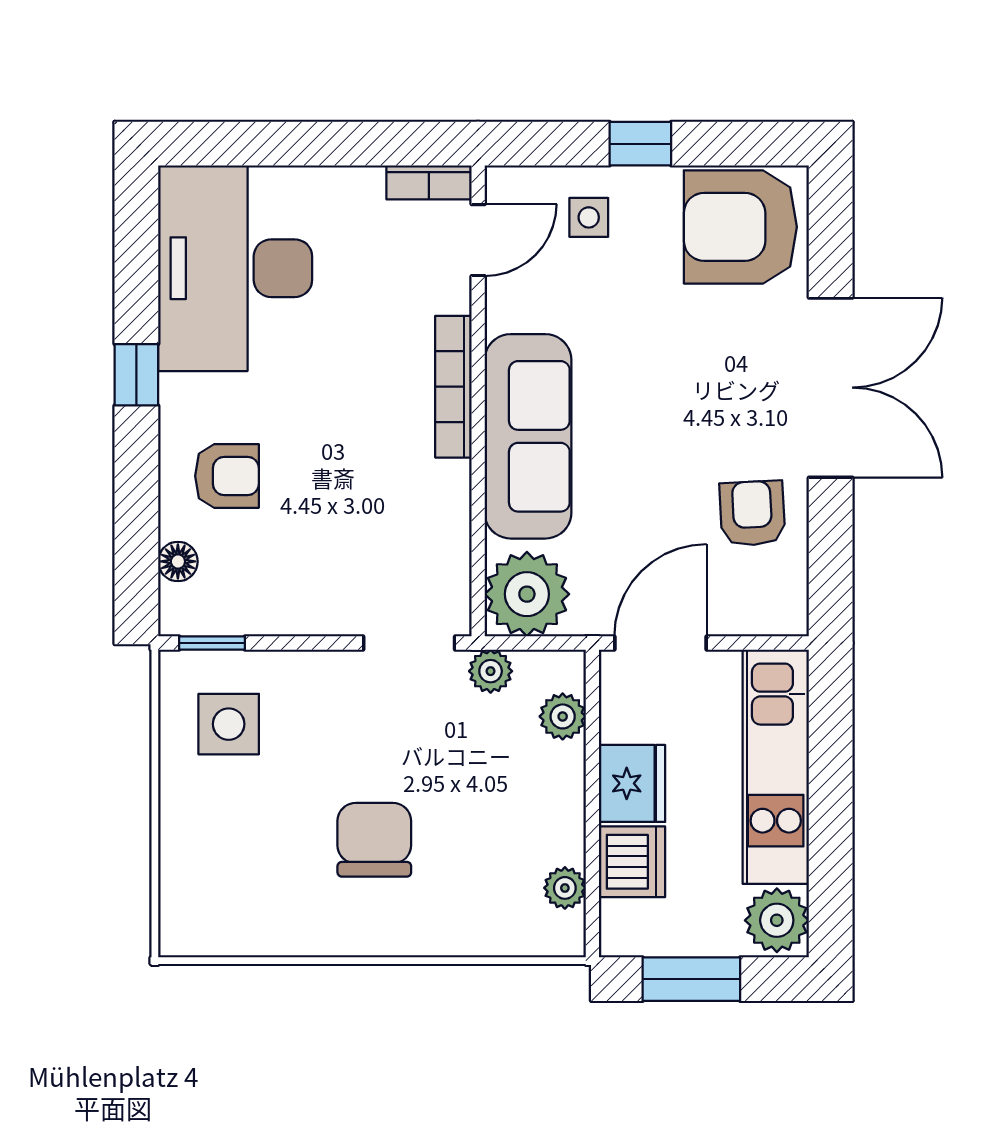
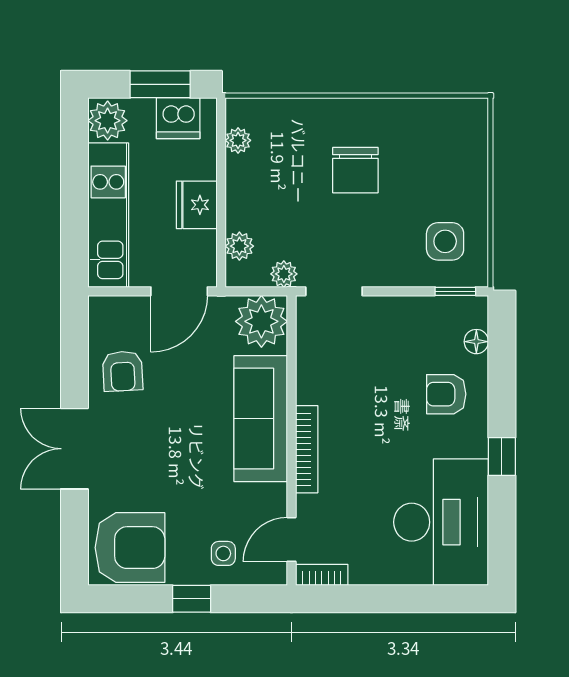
double door: (831, 388) -> (74, 449), width x0.73
dishwasher: (632, 862) -> (178, 118), moved, turned -90

